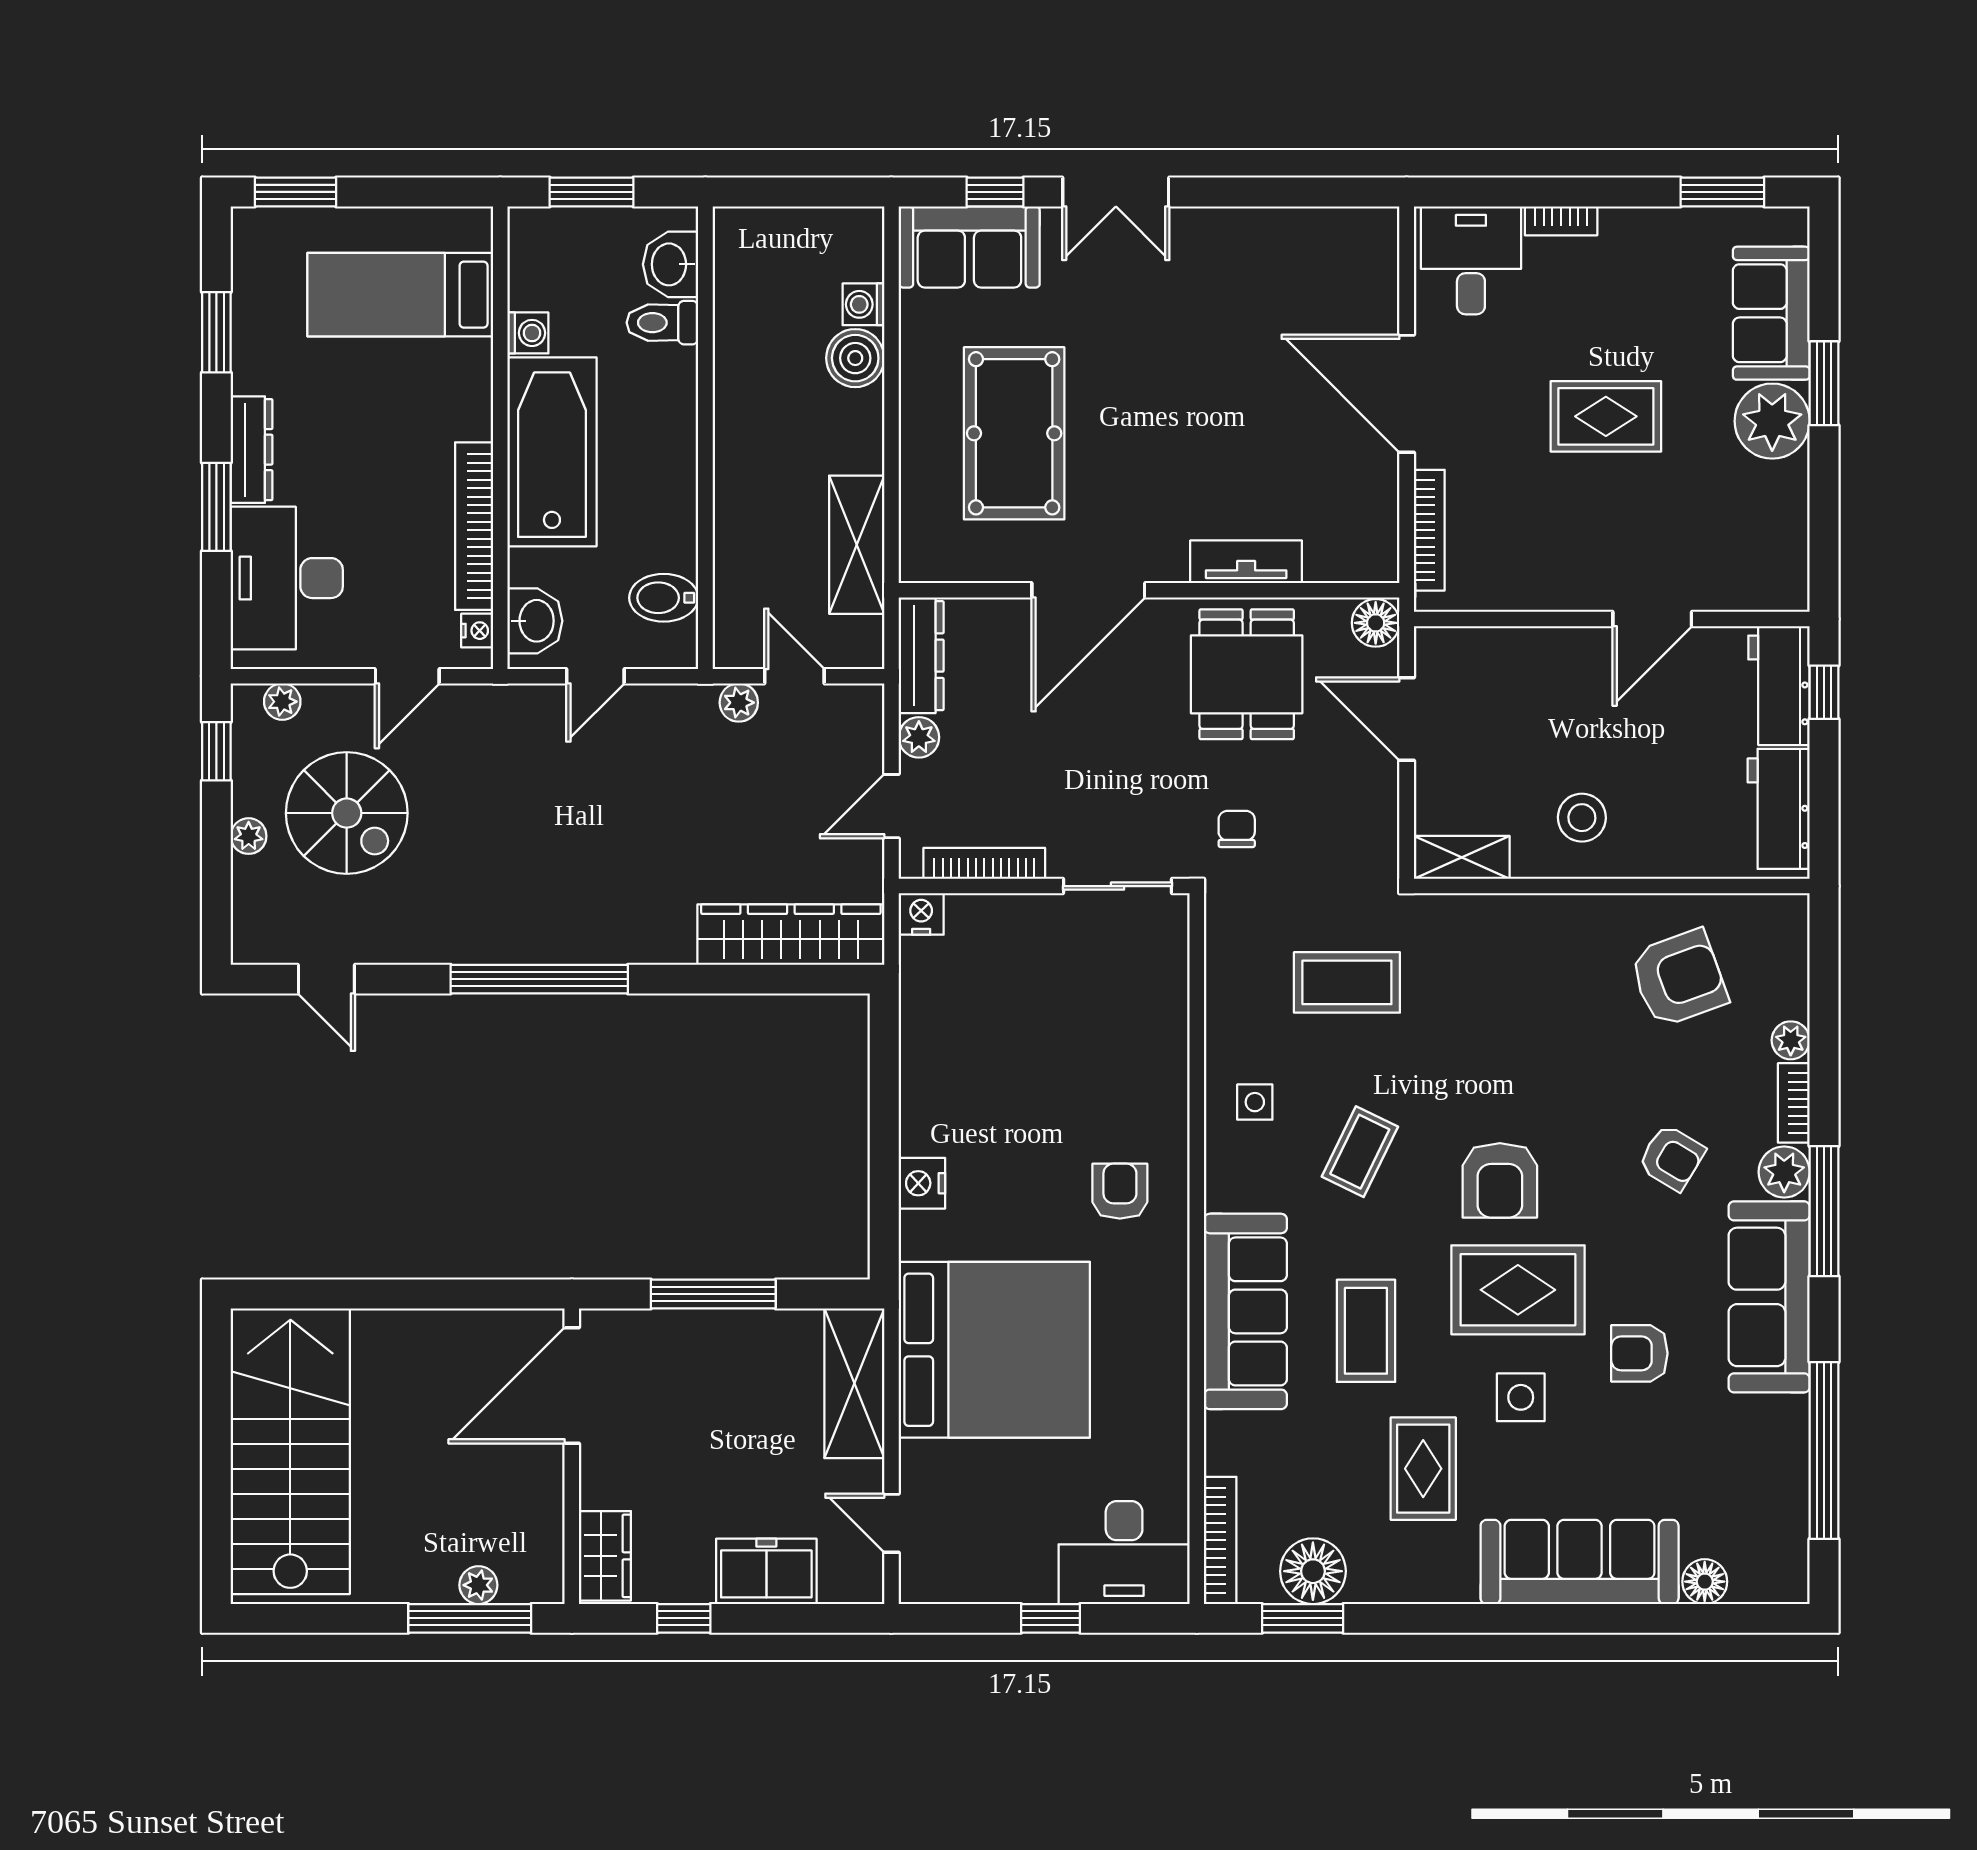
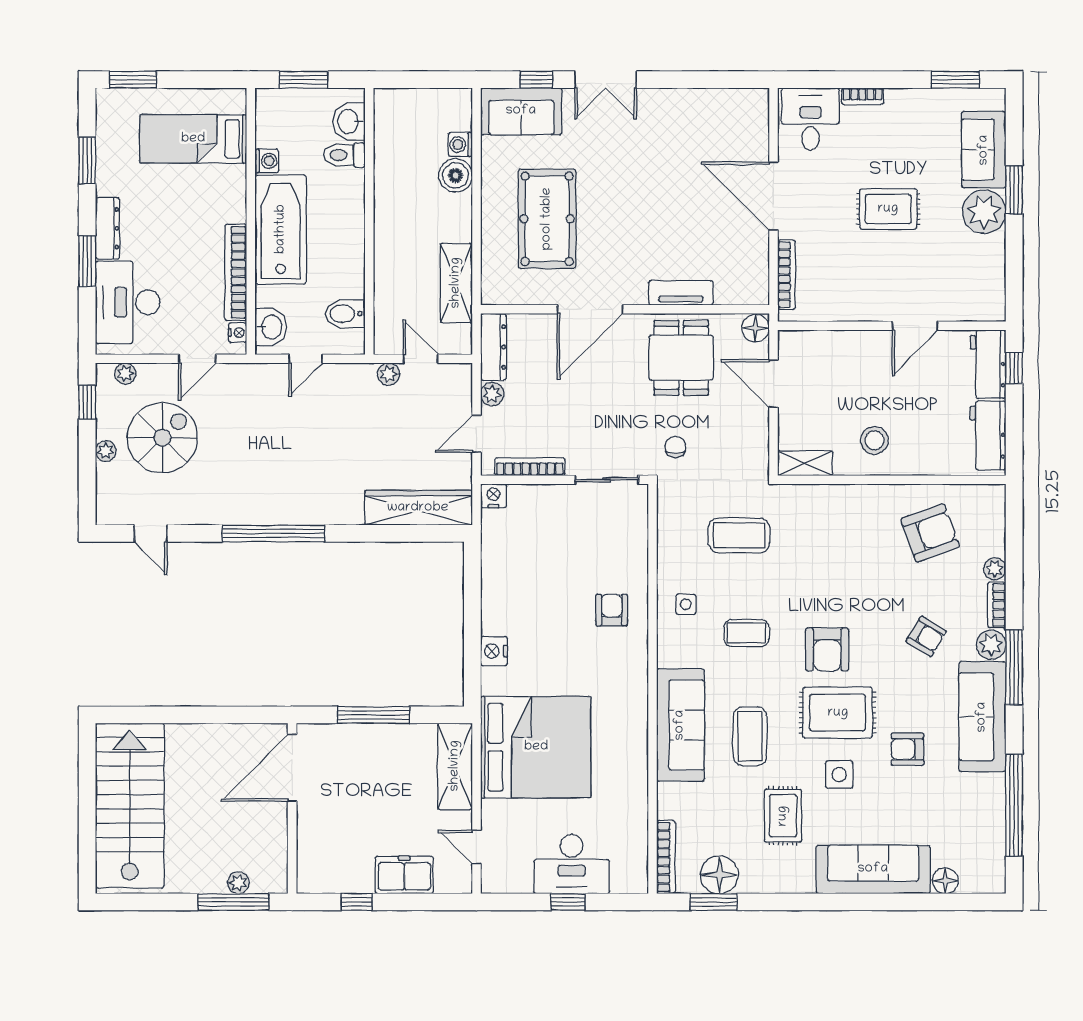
spiral stairs: (347, 813) -> (162, 438), turned -90
coffee table: (1360, 1152) -> (746, 633), turned 64
armchair: (1120, 1191) -> (612, 610), moved
desk: (1124, 1553) -> (572, 864), moved
wardrobe: (605, 1556) -> (311, 866), removed

